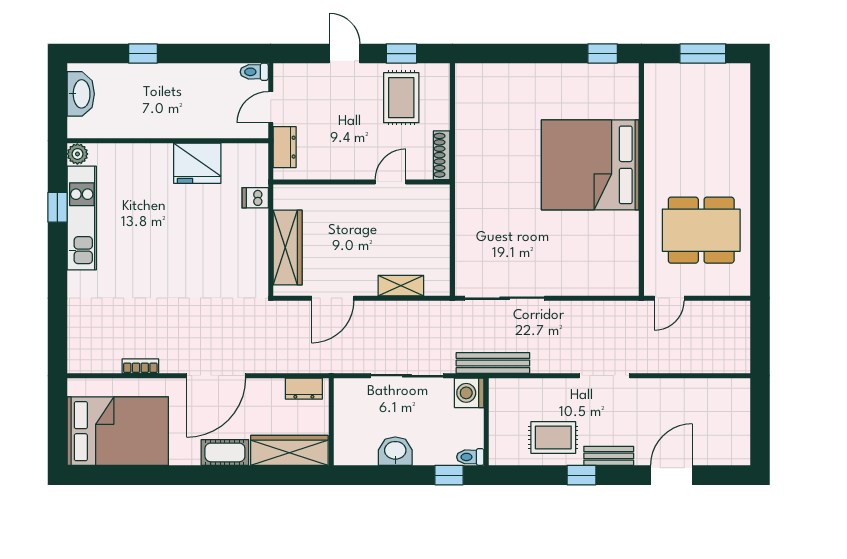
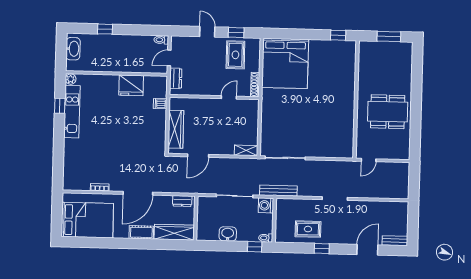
bed: (590, 165) -> (285, 63), moved, turned -90
dining table: (701, 230) -> (388, 112), moved
shelving: (401, 286) -> (246, 150), moved
bench: (609, 456) -> (395, 241), moved

